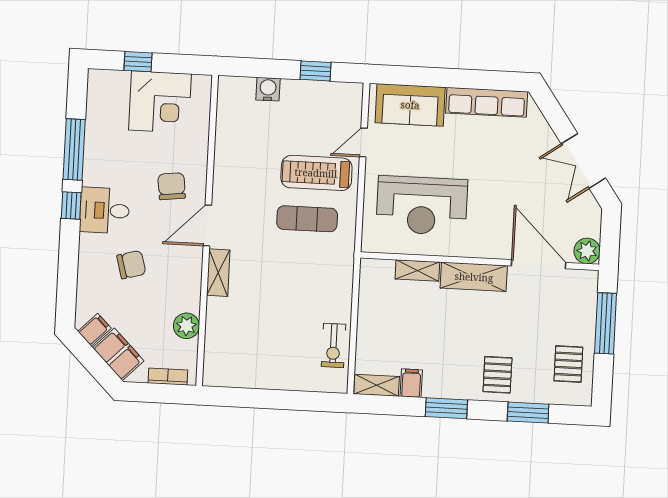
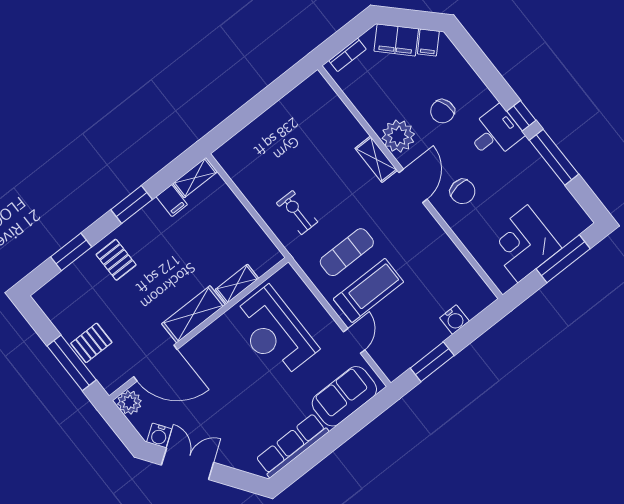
window: (138, 62) -> (563, 259), width x2.17
window: (316, 71) -> (432, 362), width x1.50
water cooler: (586, 204) -> (159, 435), added
reception desk: (422, 206) -> (274, 332), turned -90
plant: (186, 326) -> (398, 136), moved, width x1.36, depth x1.36
exercise bike: (333, 345) -> (297, 213), moved
pallet: (568, 364) -> (91, 343), moved, turned 90

